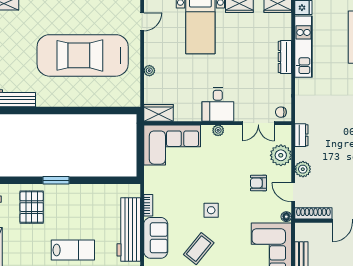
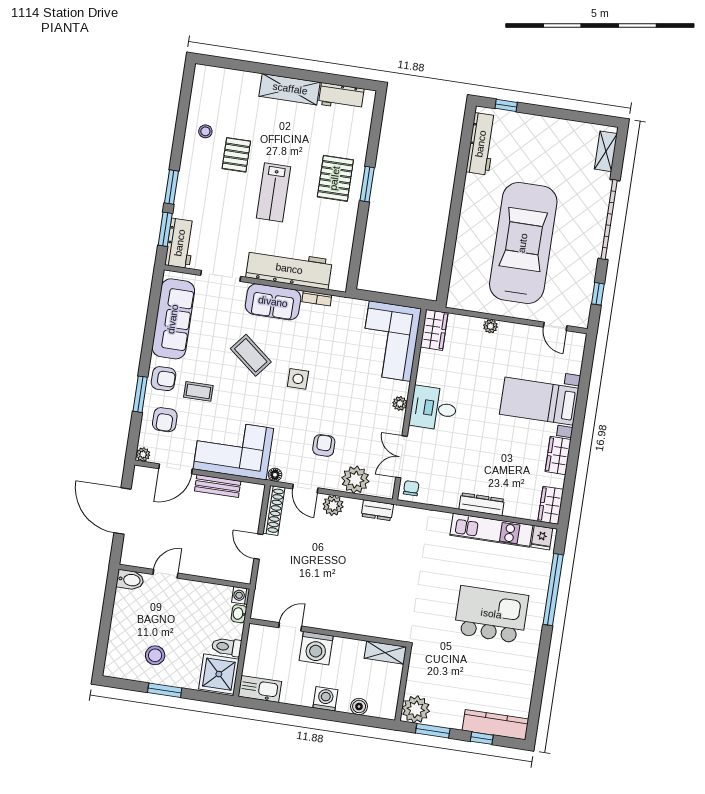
door: (293, 192) -> (305, 488), swing flipped
pallet: (32, 207) -> (335, 178), moved, turned 90

